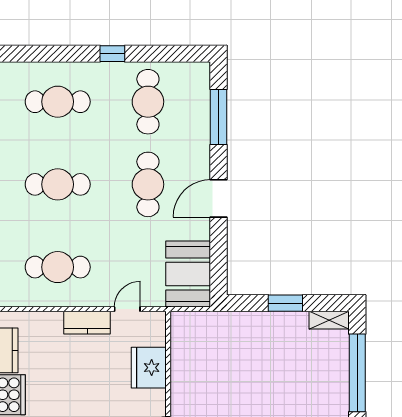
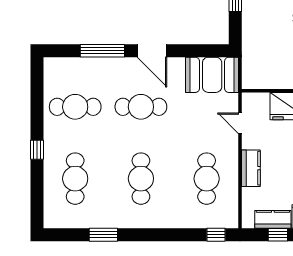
window: (112, 54) -> (37, 150), moved
window: (218, 117) -> (102, 51), moved
kitchen counter: (87, 323) -> (251, 168), moved

